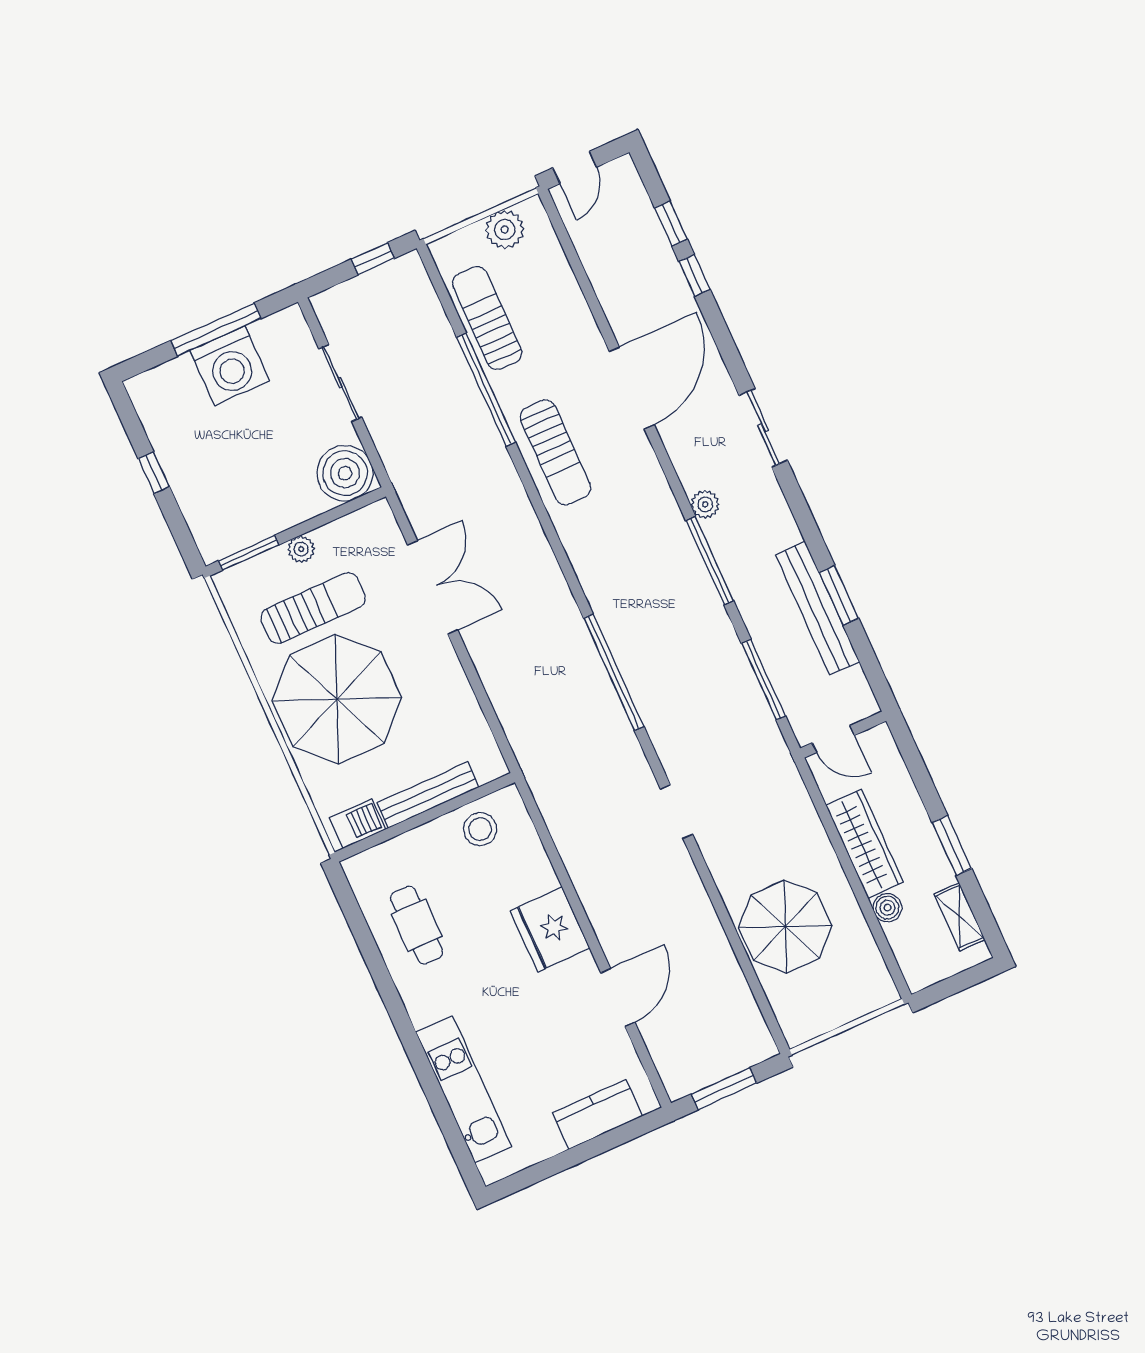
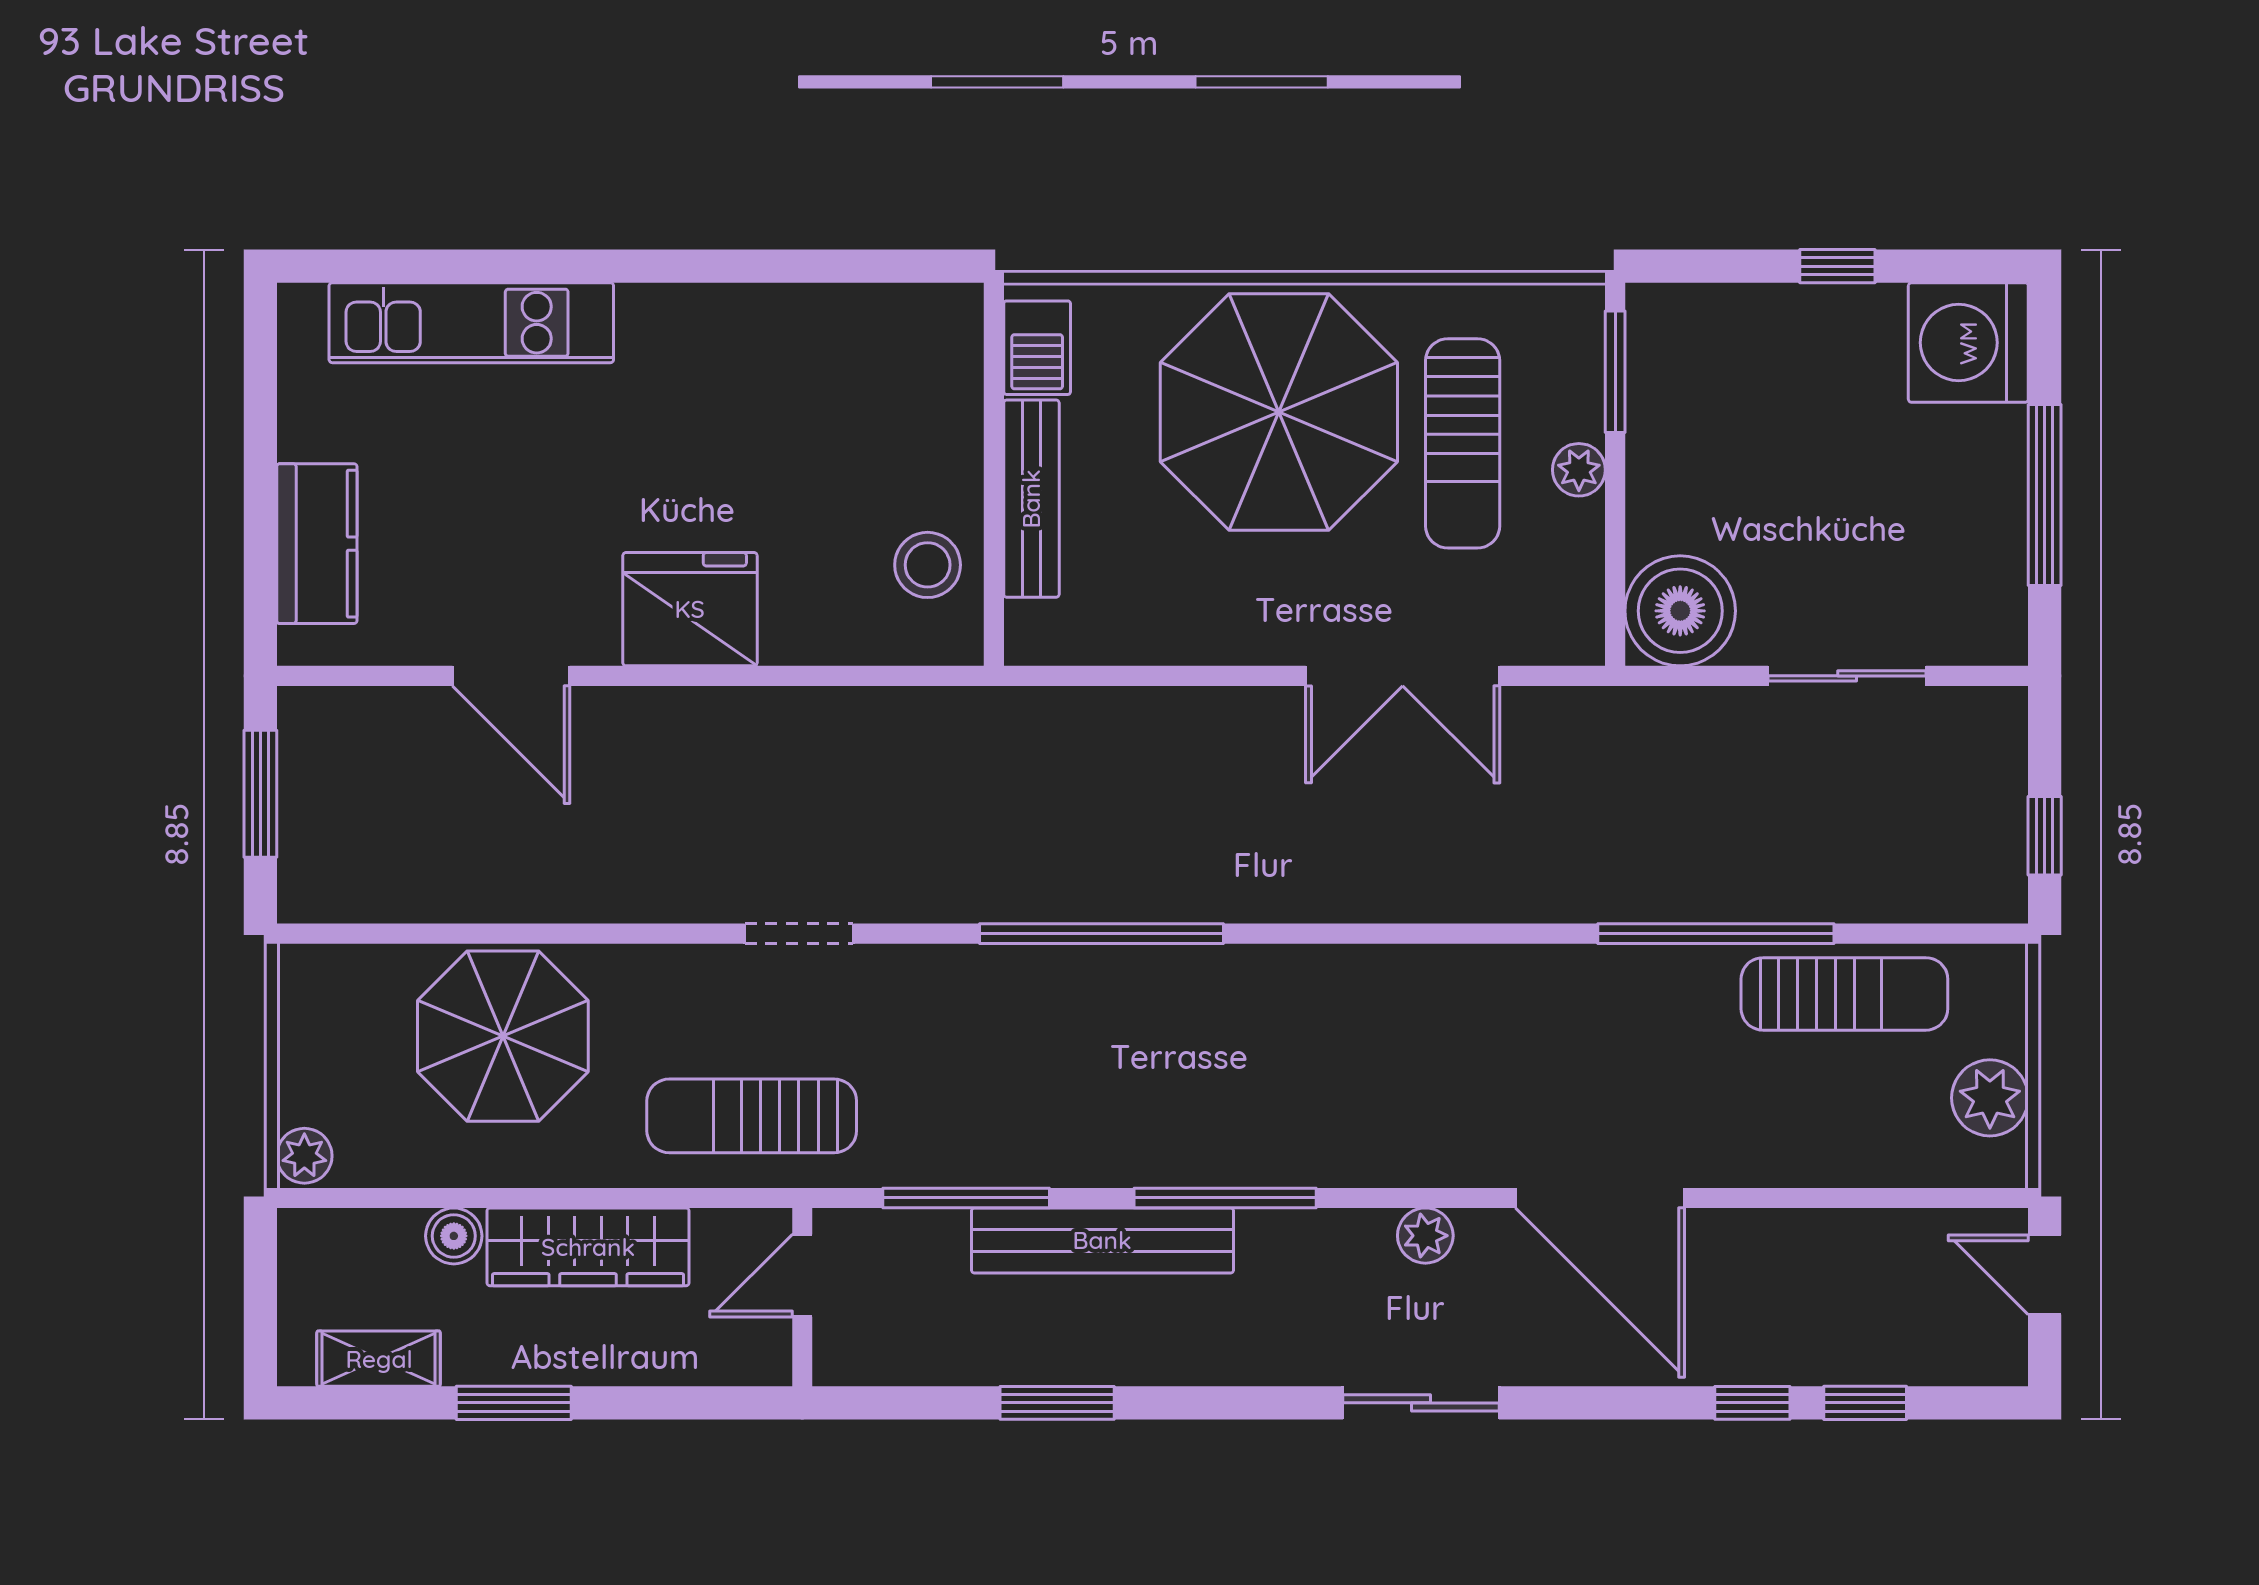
washing machine: (230, 366) -> (1968, 343), moved
sun lounger: (555, 452) -> (752, 1116), moved
plant: (705, 504) -> (1425, 1236), moved
bench: (818, 608) -> (1102, 1240), moved
cafe table: (417, 925) -> (806, 372), removed
plant: (882, 993) -> (304, 1156), added

